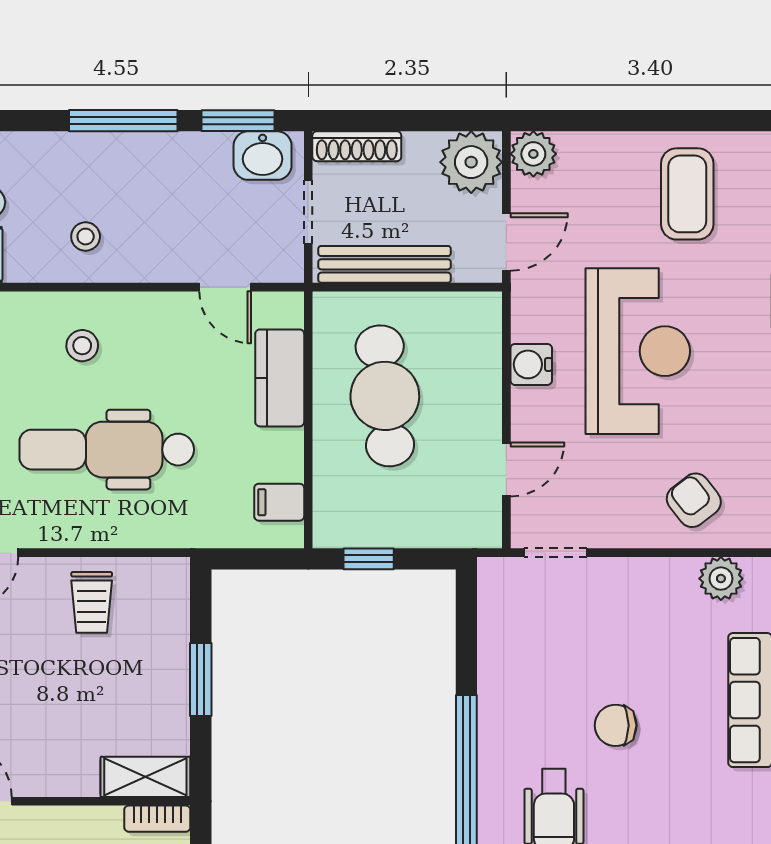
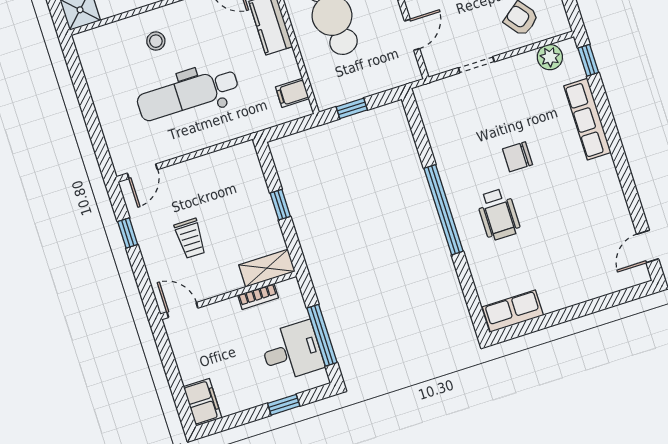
doorway: (555, 553) -> (476, 65), moved
trolley: (92, 602) -> (190, 238), moved
window: (201, 679) -> (280, 205), width x0.67
bookcase: (157, 819) -> (258, 296), moved

